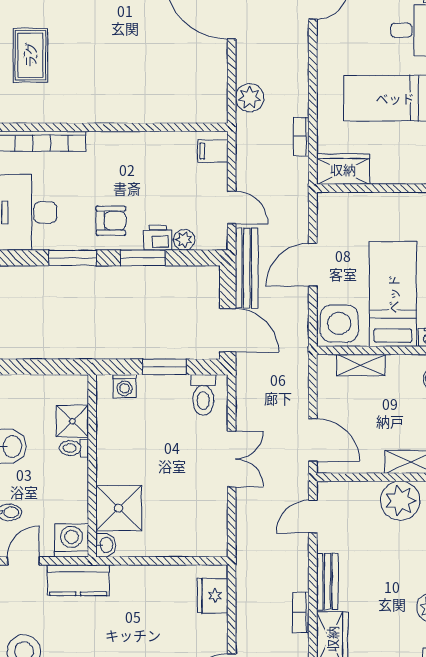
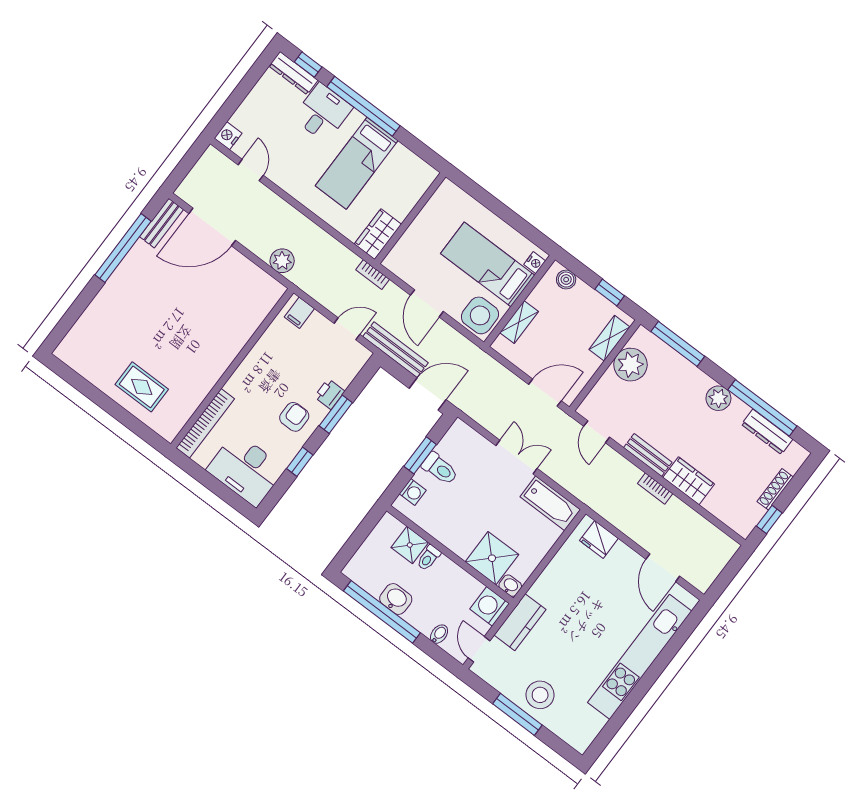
bookcase: (301, 137) -> (373, 275), moved
plant: (184, 240) -> (344, 377), removed
window: (72, 258) -> (300, 462), width x0.67
toilet: (203, 395) -> (440, 469), moved
bathtub: (212, 524) -> (550, 503), added

